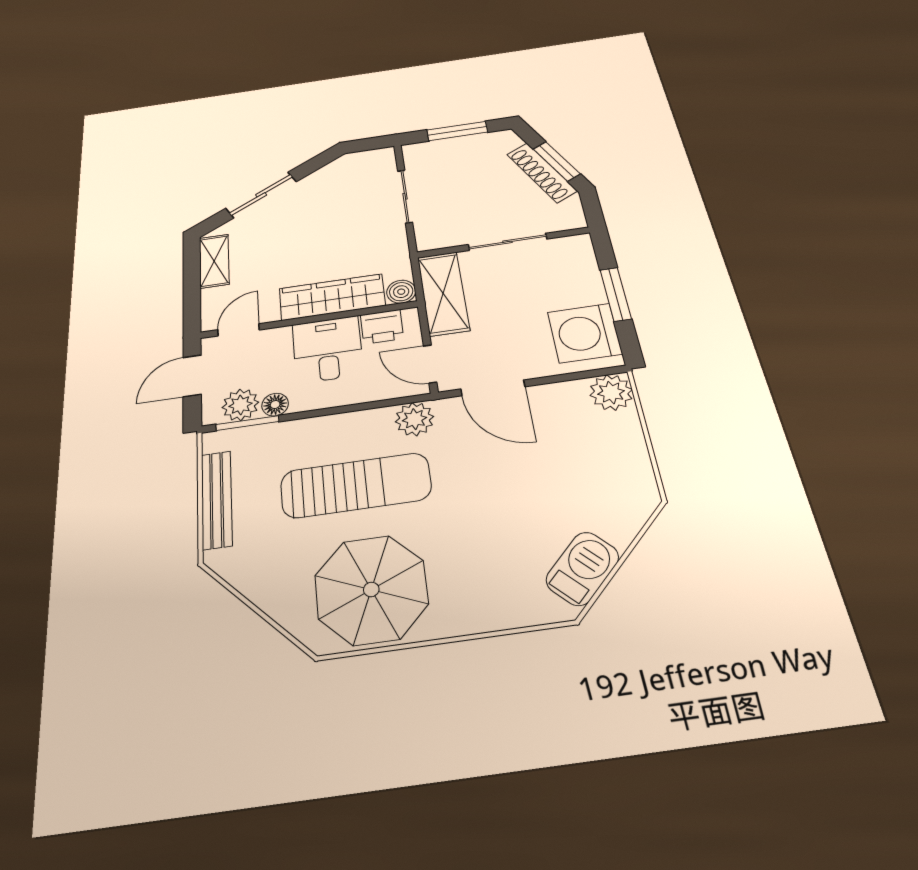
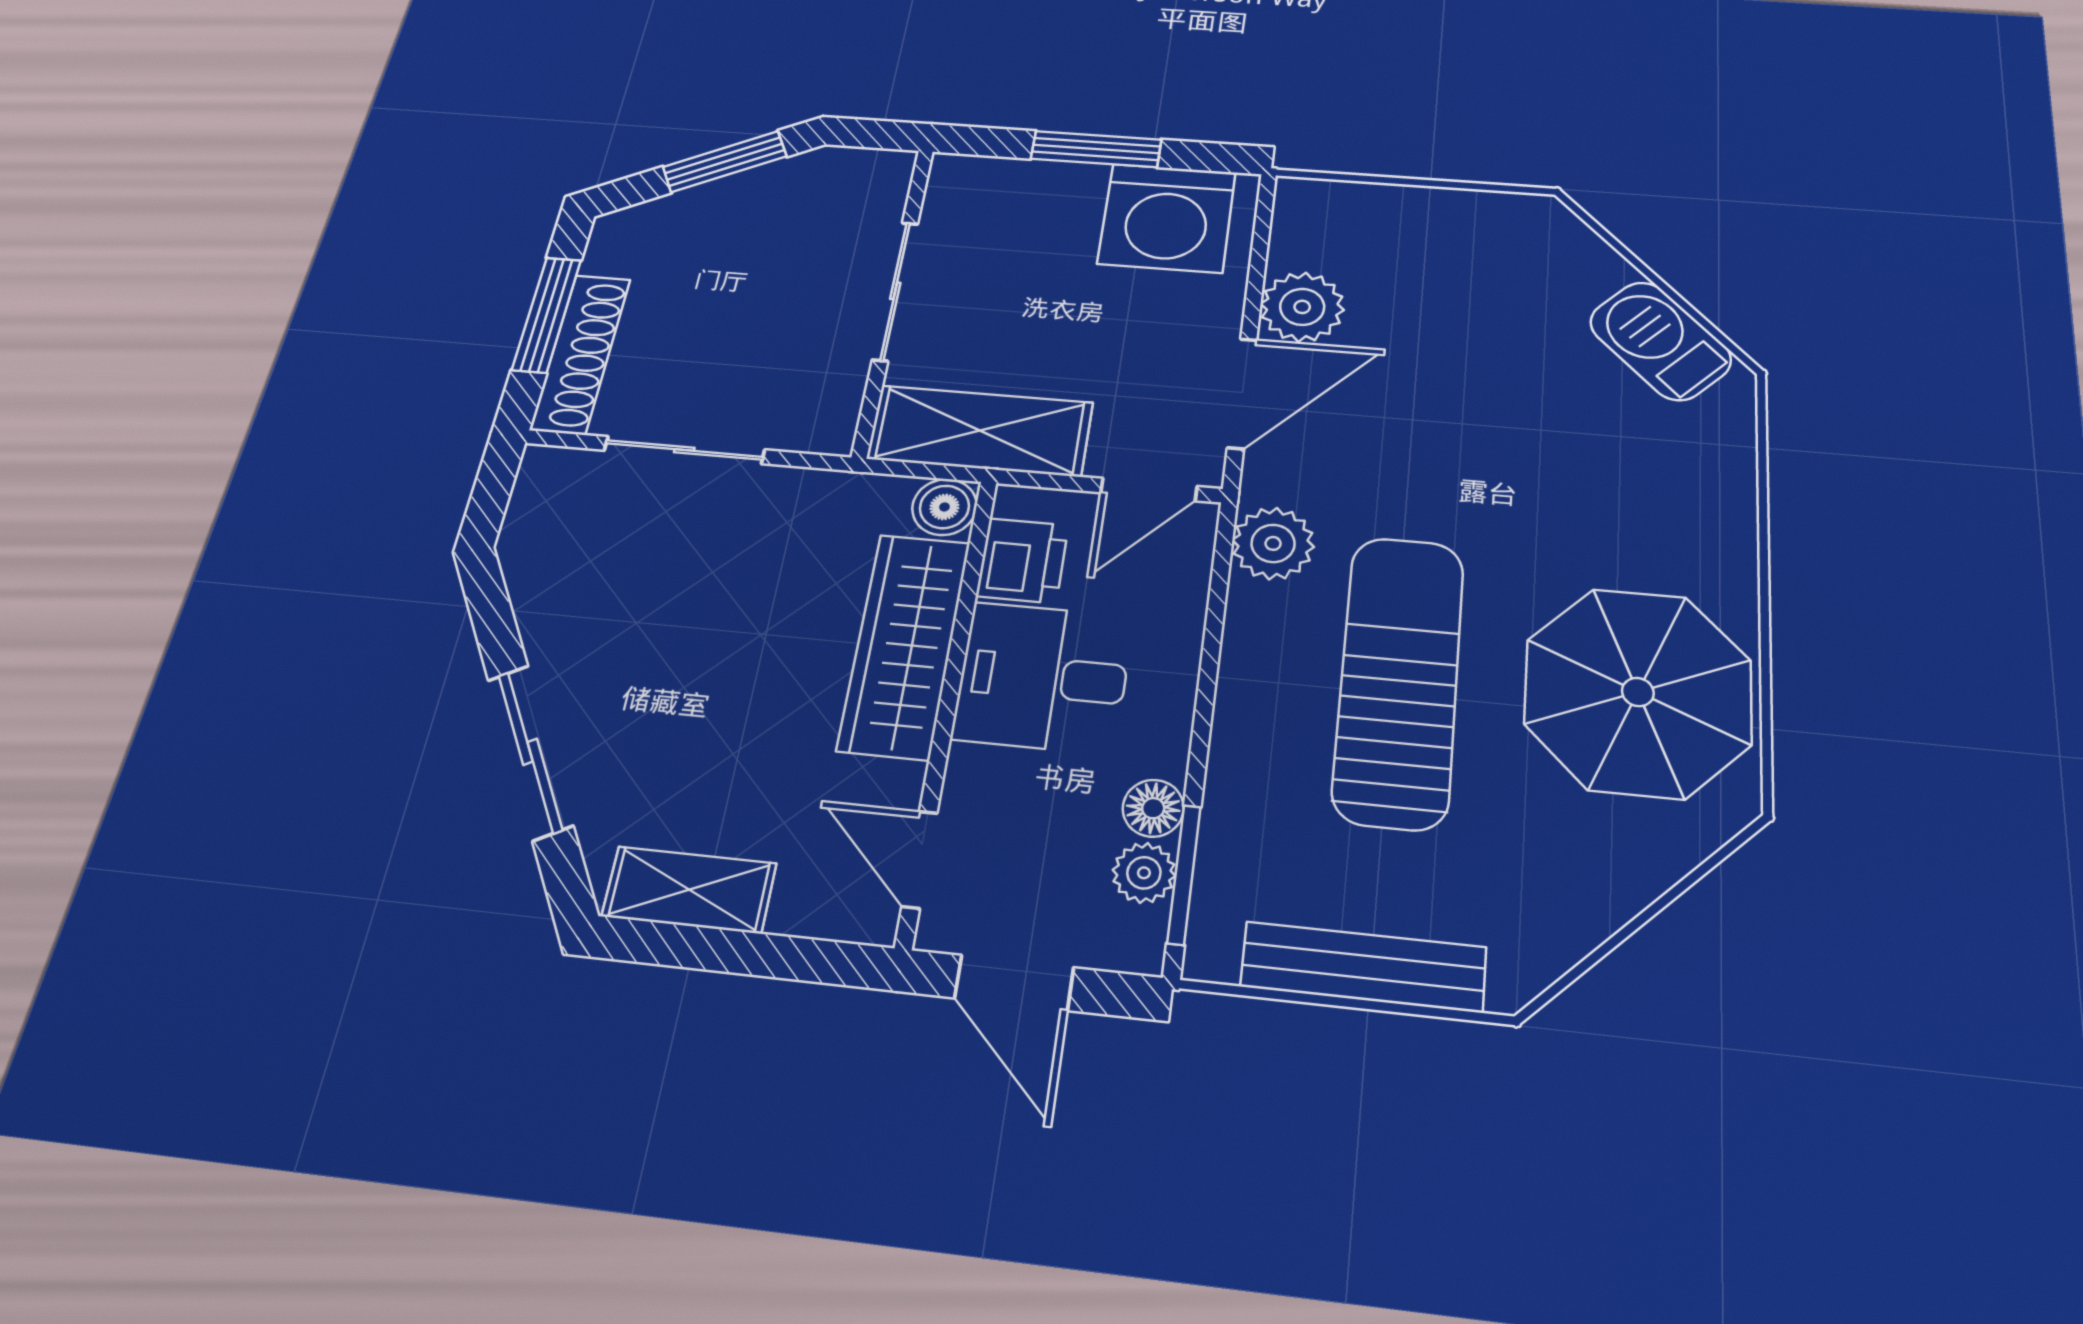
shoe rack: (542, 173) -> (580, 354), moved, turned -63
plant: (611, 392) -> (1302, 307), moved
plant: (240, 405) -> (1144, 873), width x0.73, depth x0.73

